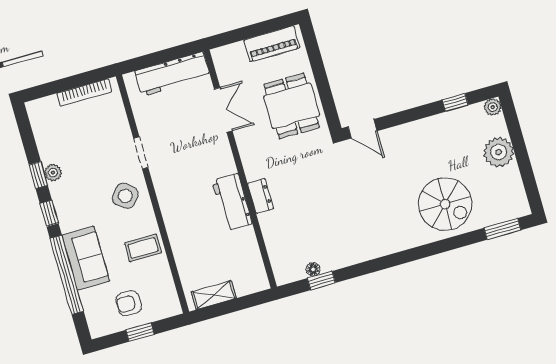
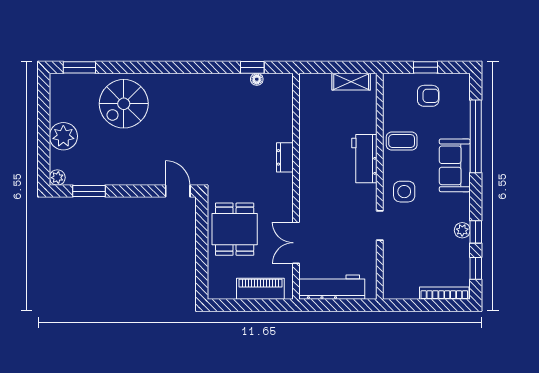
piano: (272, 44) -> (260, 289), moved
bookcase: (84, 92) -> (444, 293), moved
window: (455, 102) -> (89, 191), width x1.50
side table: (125, 196) -> (404, 192), turned -38
workbench: (232, 202) -> (364, 159), moved, turned 180
spiral stairs: (445, 204) -> (124, 104), turned -90
window: (49, 213) -> (476, 268), moved
sofa: (86, 258) -> (455, 165), moved

